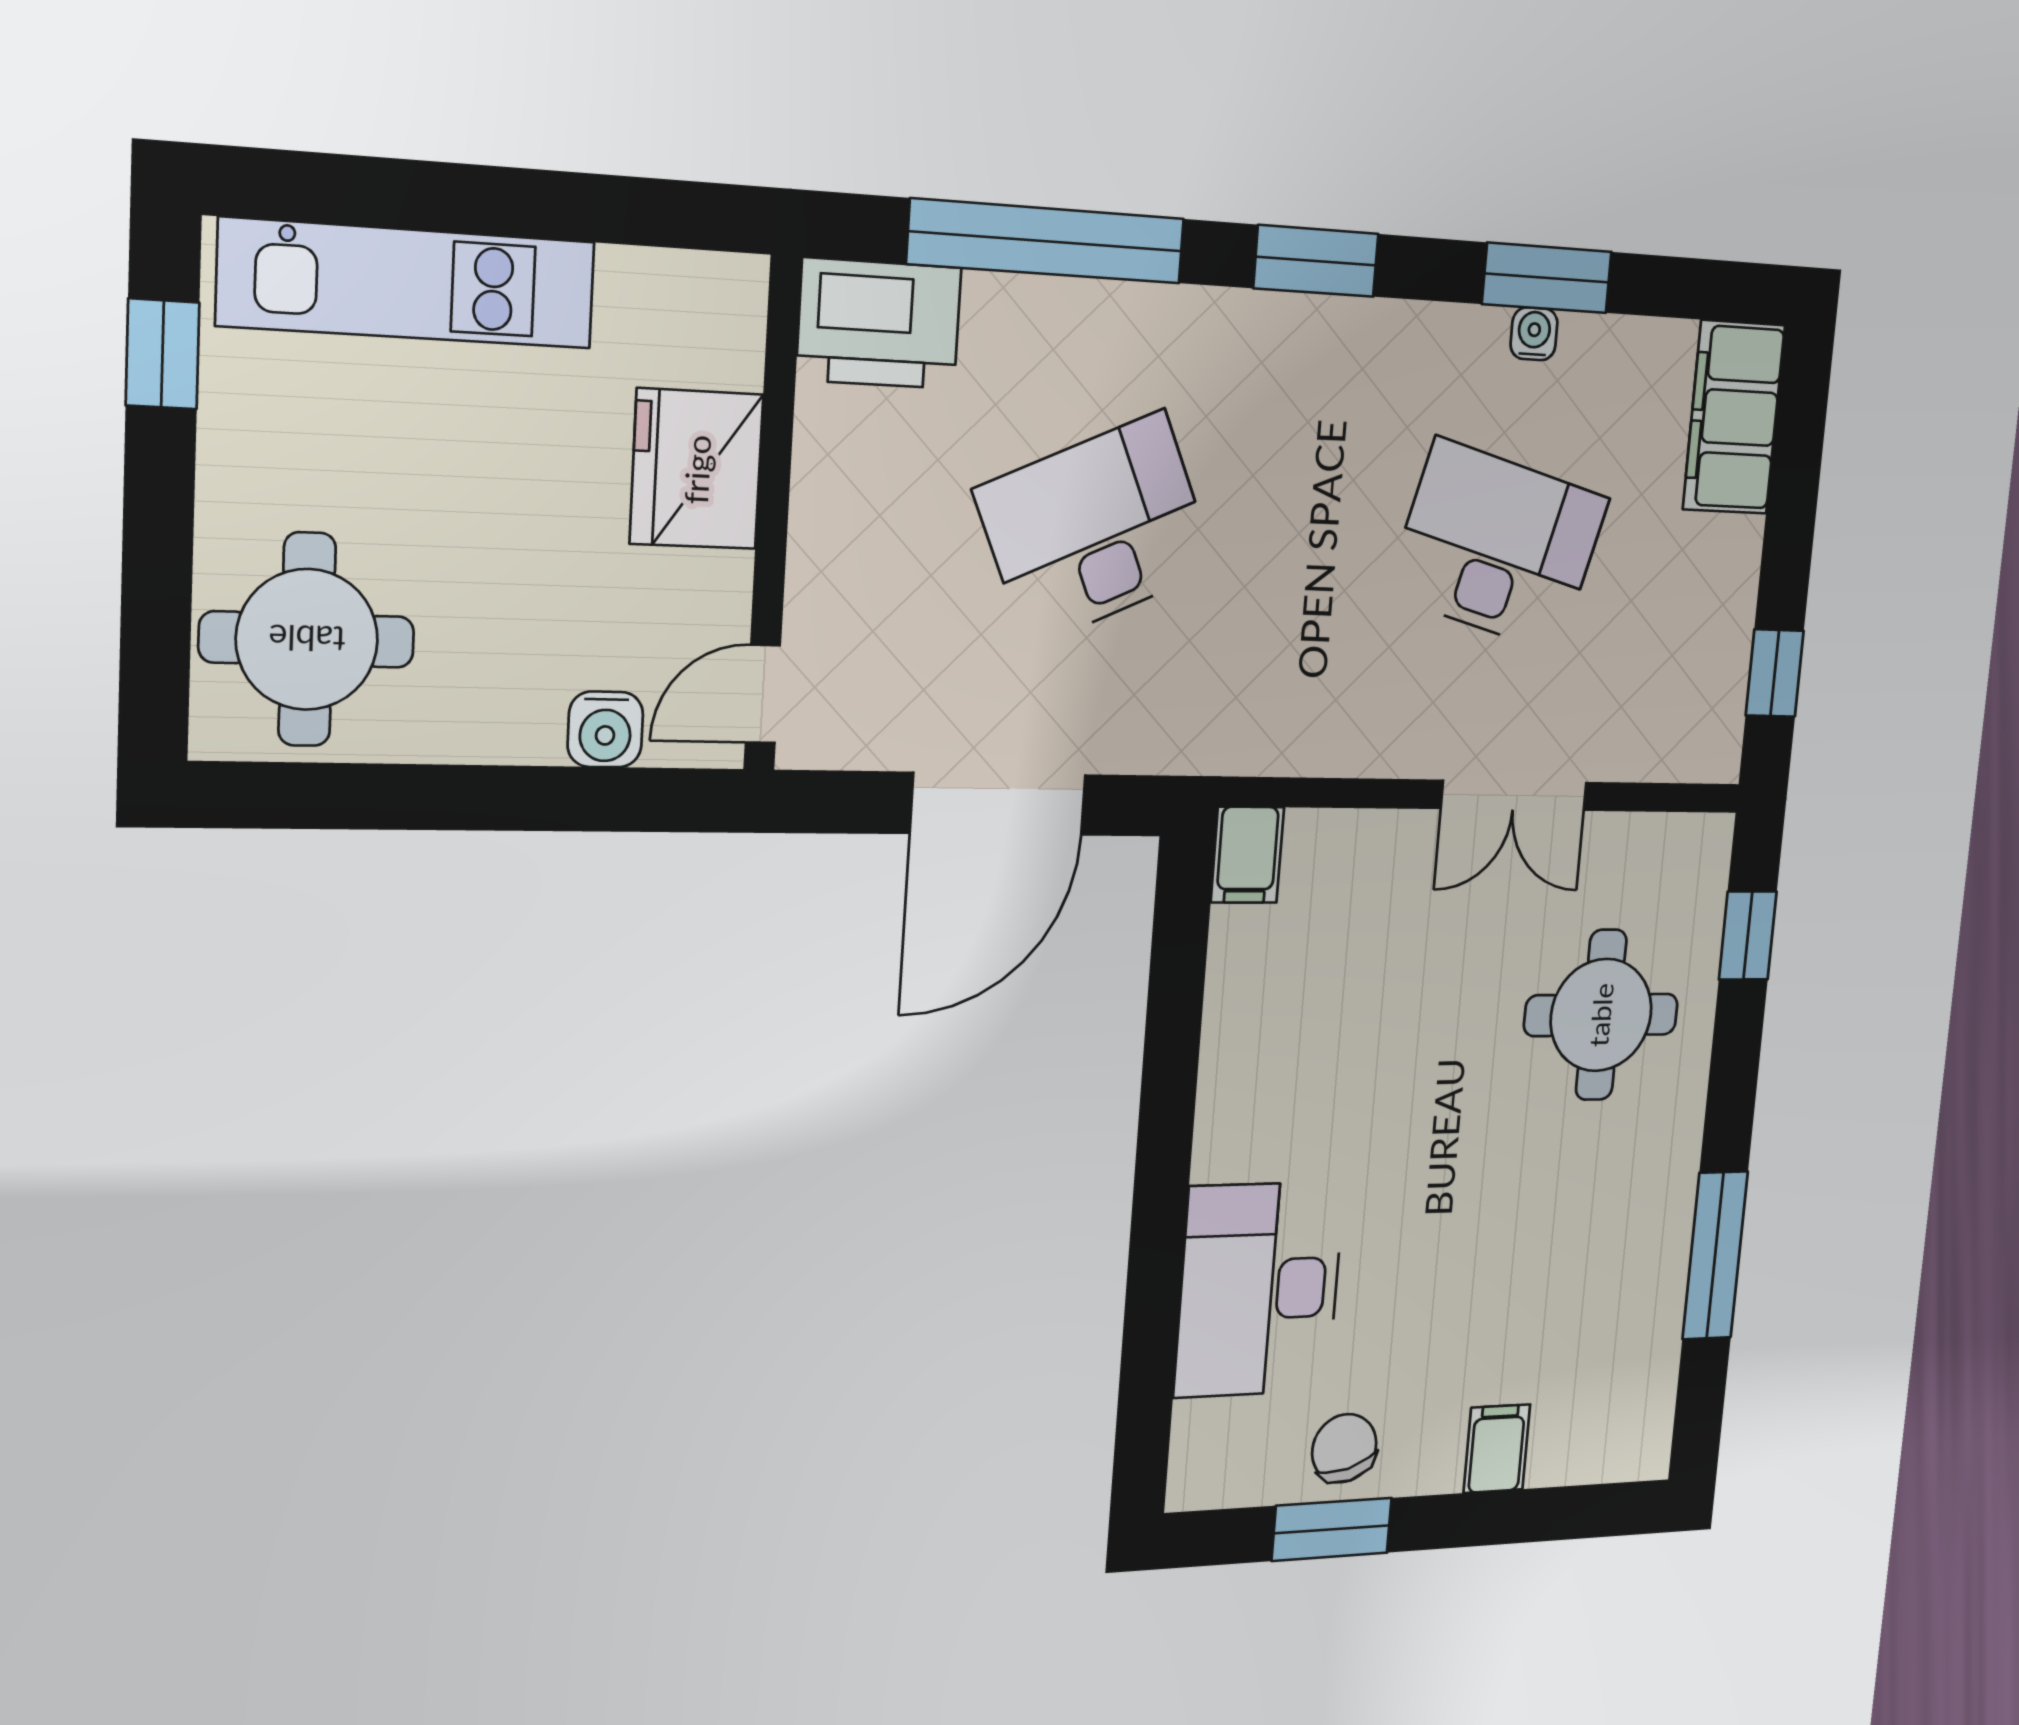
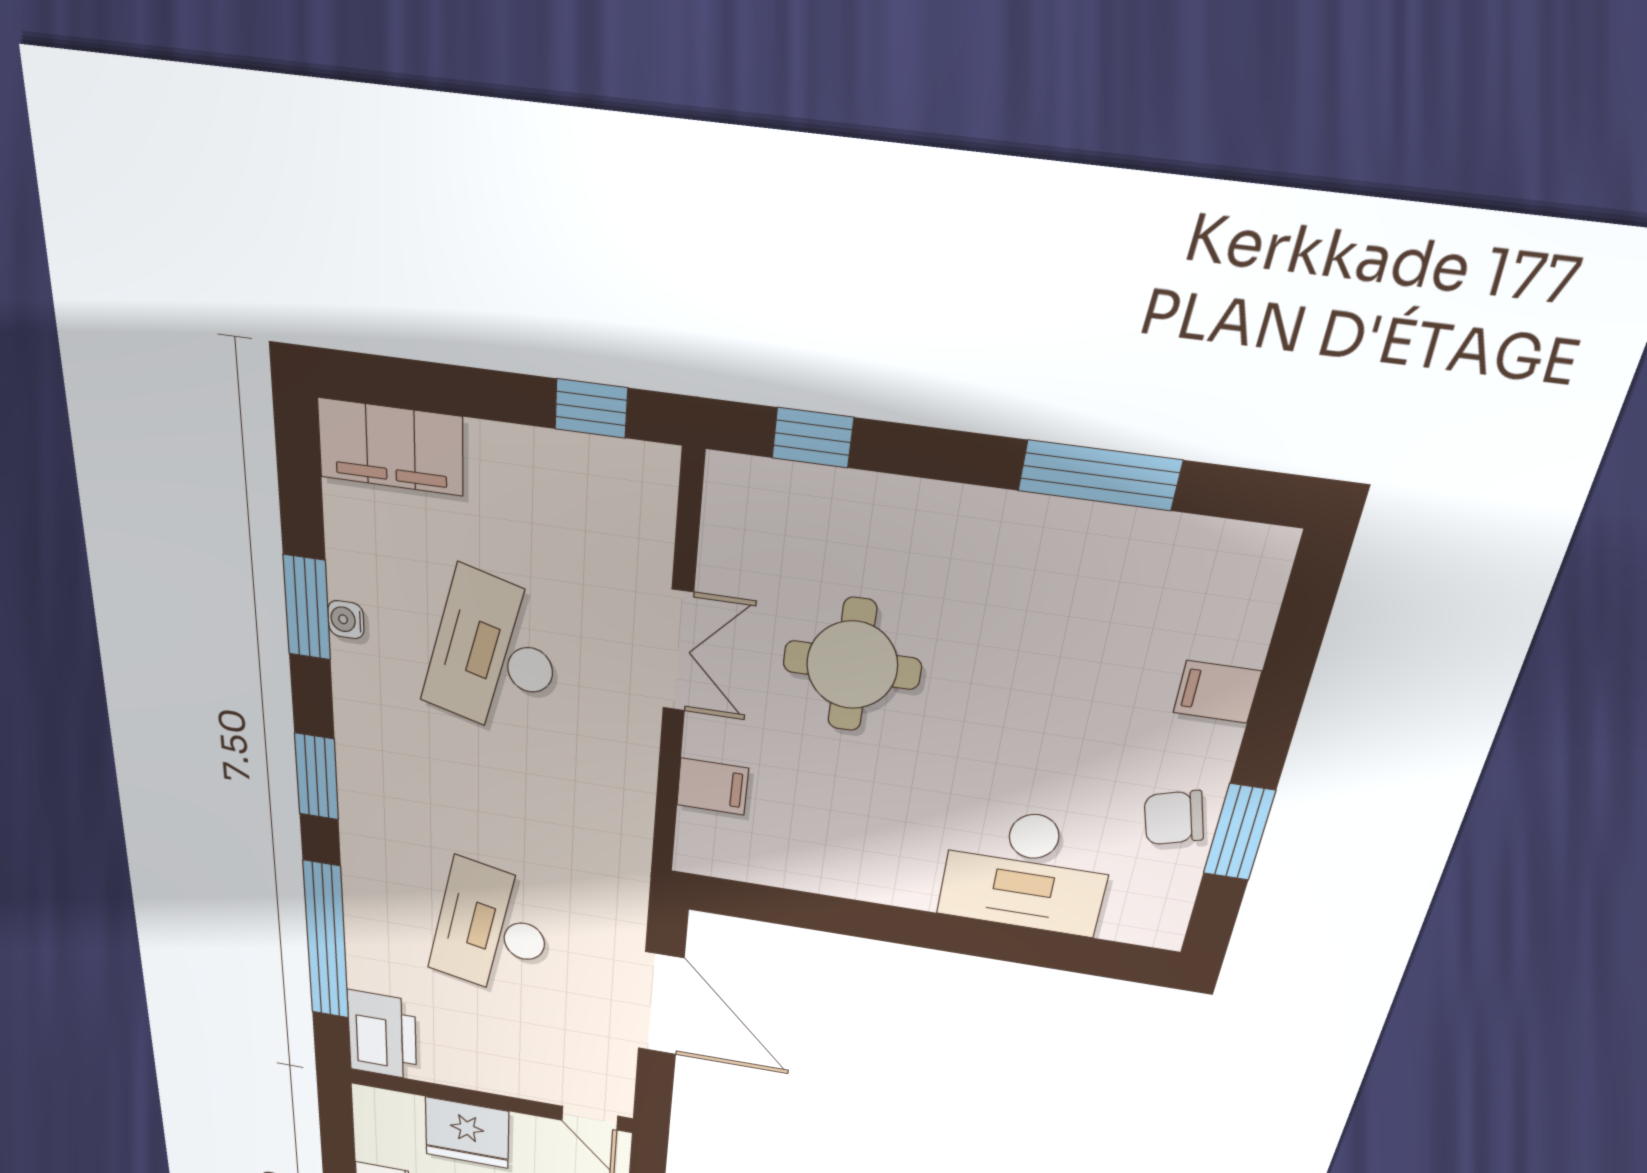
desk: (1096, 529) -> (492, 930), turned 36
filing cabinet: (1247, 855) -> (713, 787), moved
round table: (1601, 1015) -> (852, 665), moved

